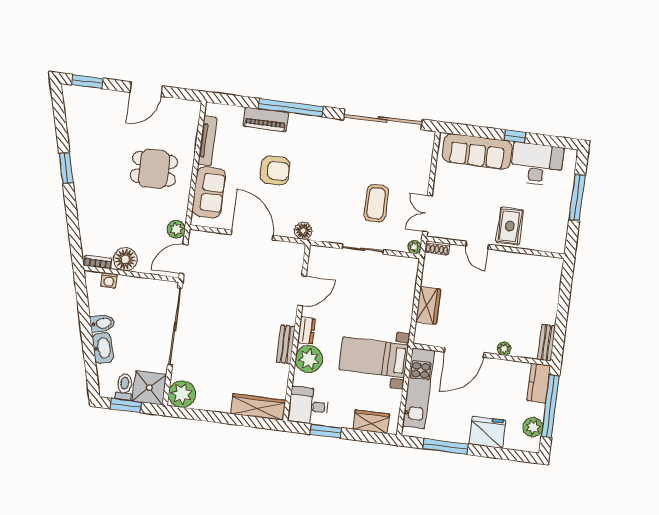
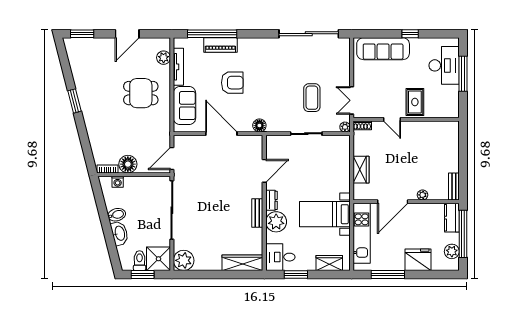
window: (291, 108) -> (212, 34), moved
desk: (537, 164) -> (444, 65), moved, turned 90
plant: (176, 229) -> (164, 58), moved

